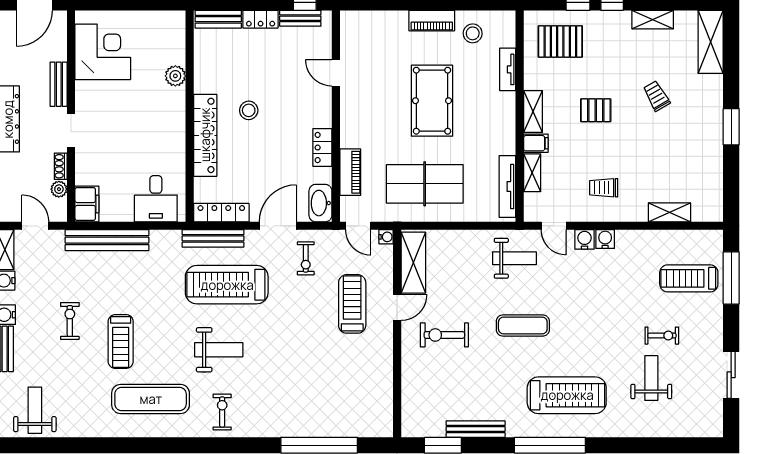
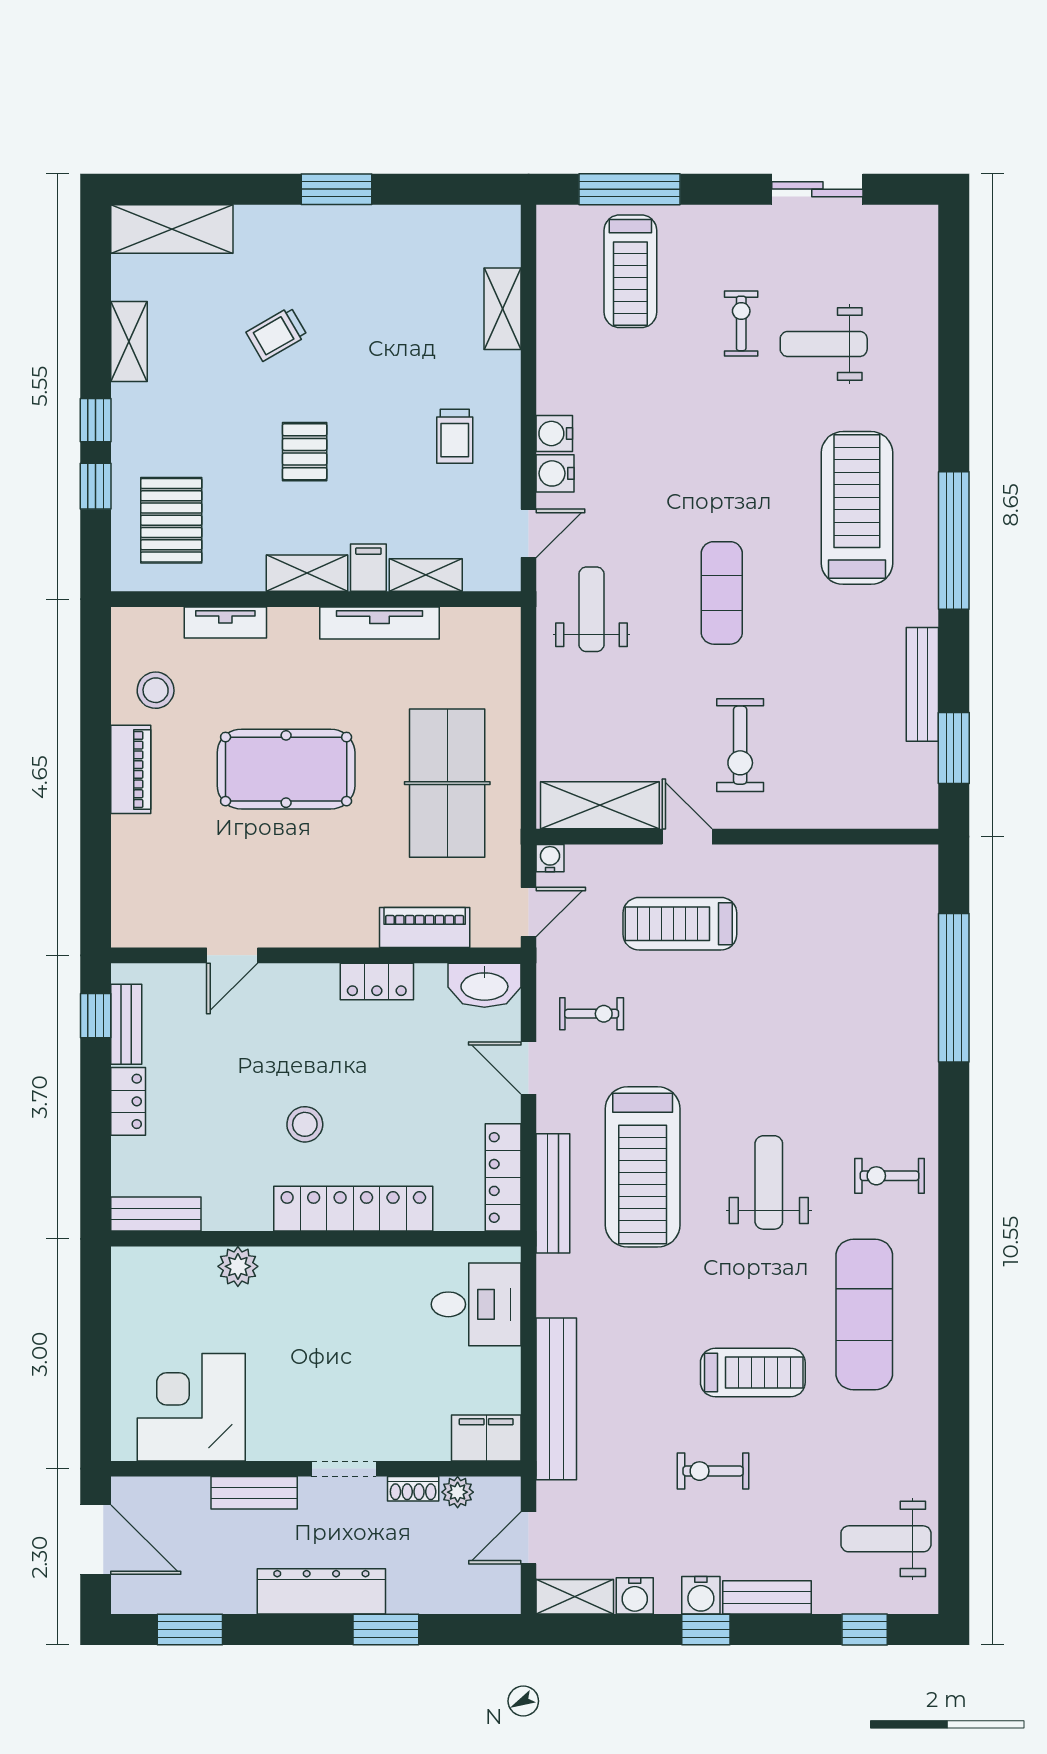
bench: (218, 19) -> (156, 1214), moved, turned 90
tv unit: (507, 187) -> (380, 623), moved
door: (278, 226) -> (529, 1068), width x0.73

